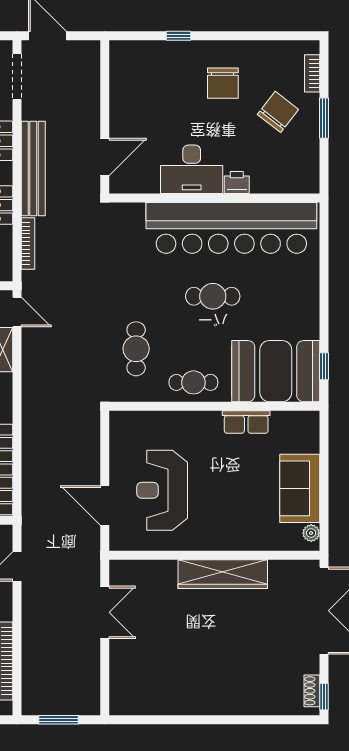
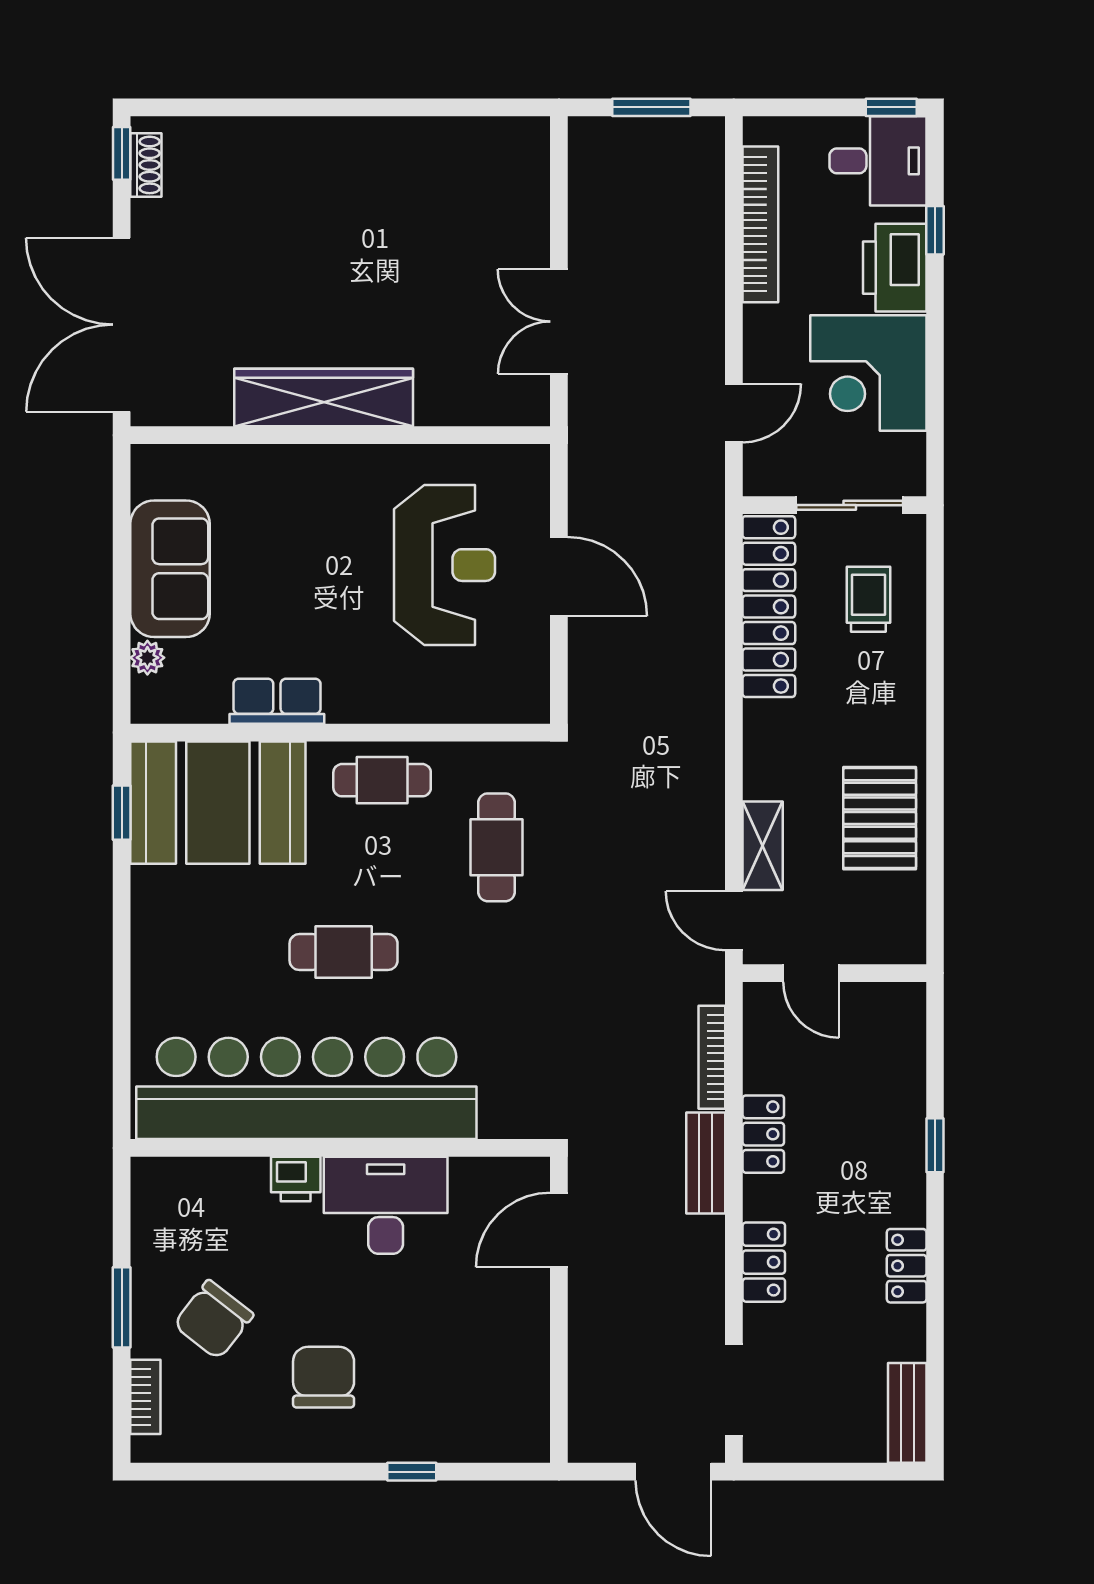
bench: (33, 169) -> (706, 1163), width x0.54, depth x0.82
door: (105, 506) -> (559, 576), moved
plant: (311, 533) -> (147, 658), moved

